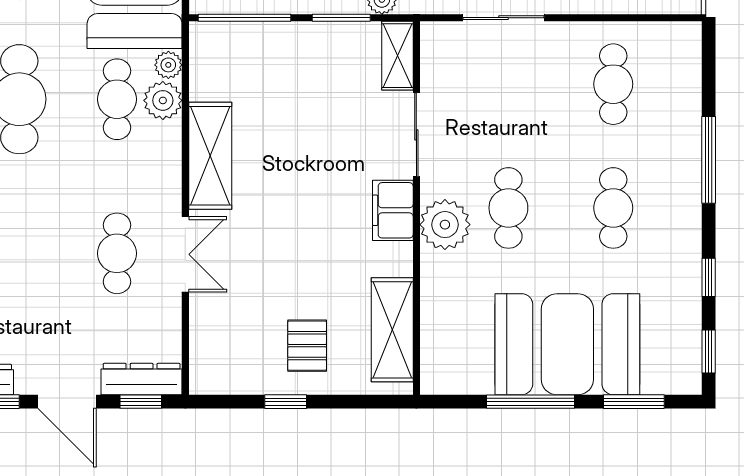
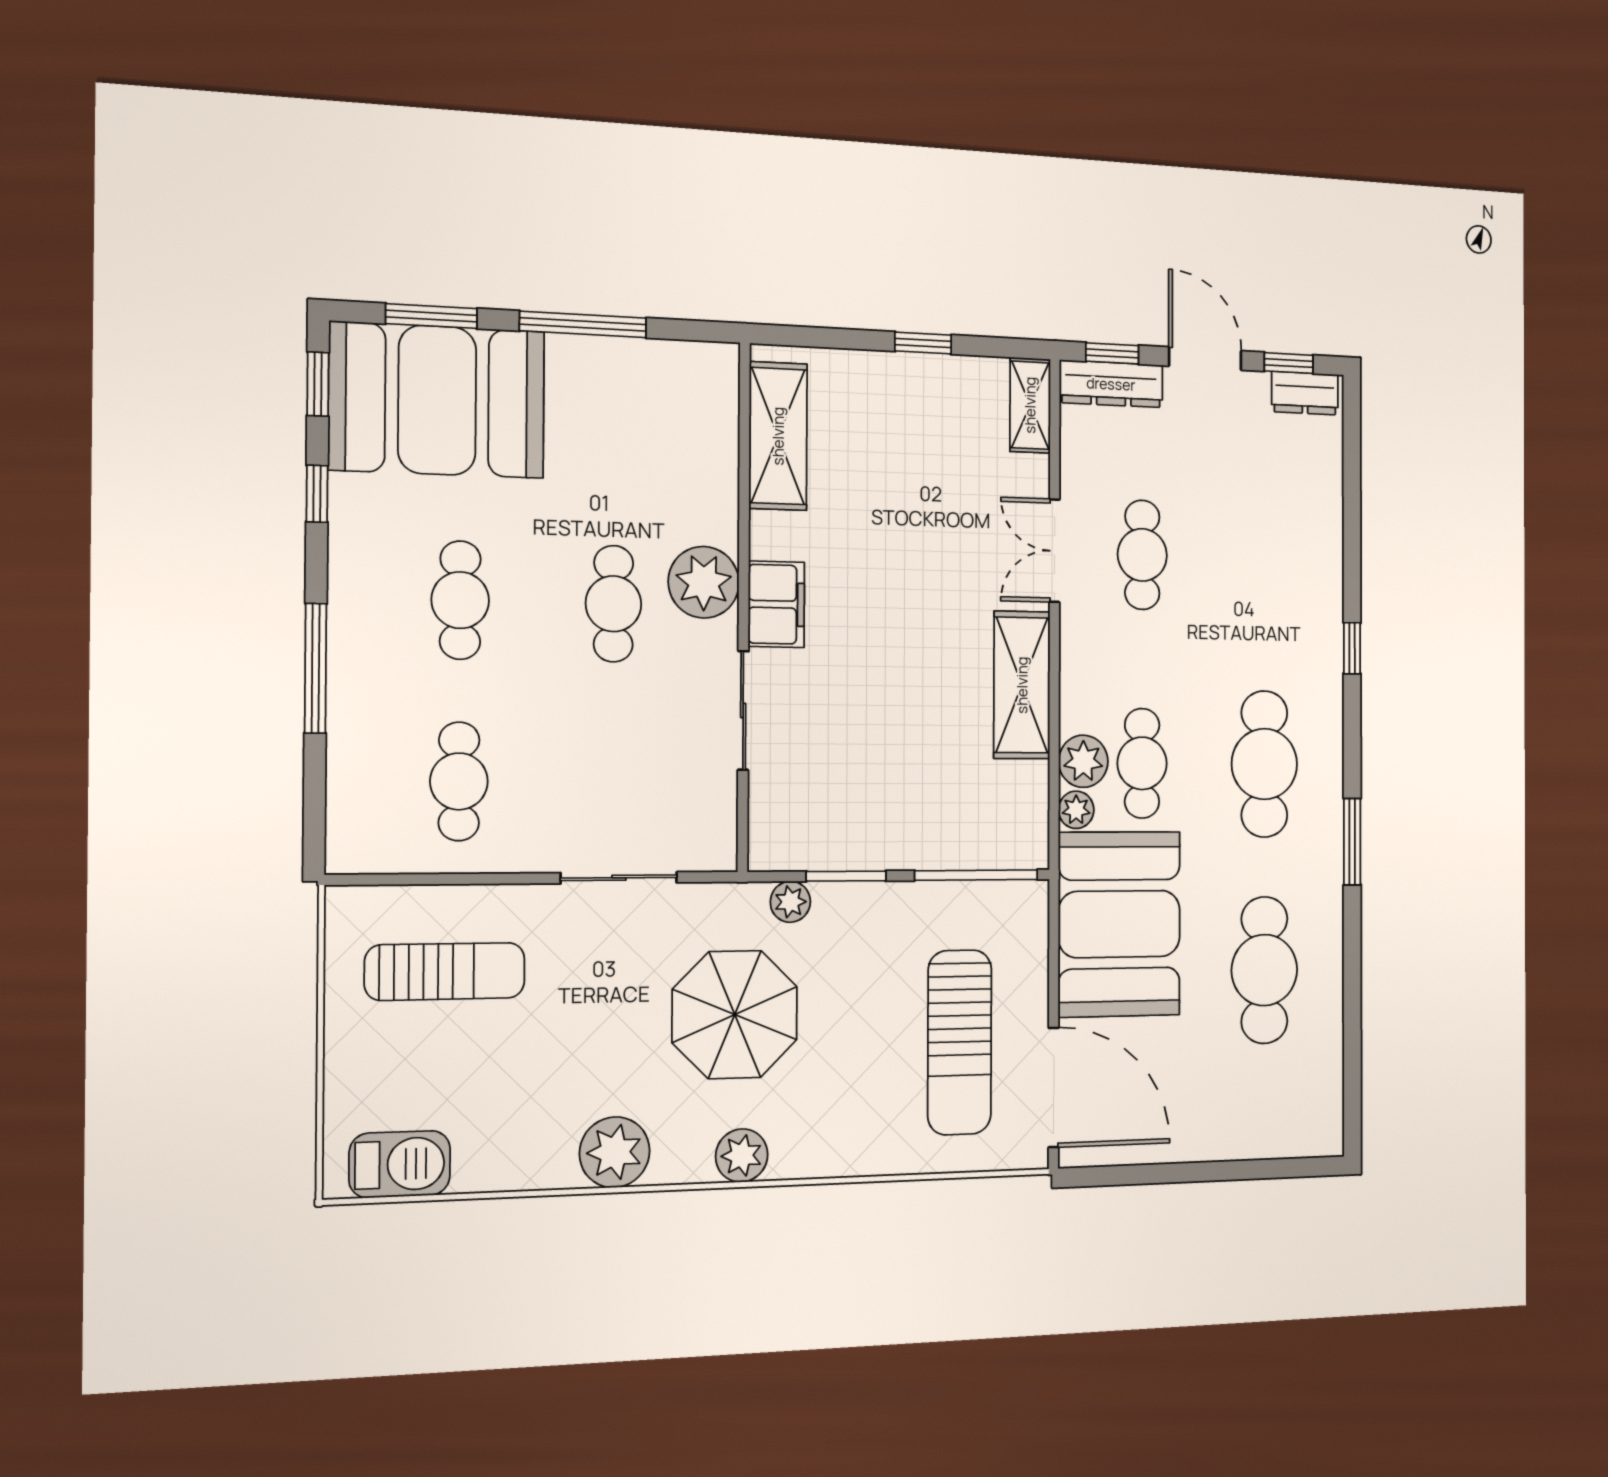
shelving: (397, 56) -> (1030, 405), moved
booth: (567, 344) -> (437, 400), moved
pallet: (307, 346) -> (894, 419), removed

